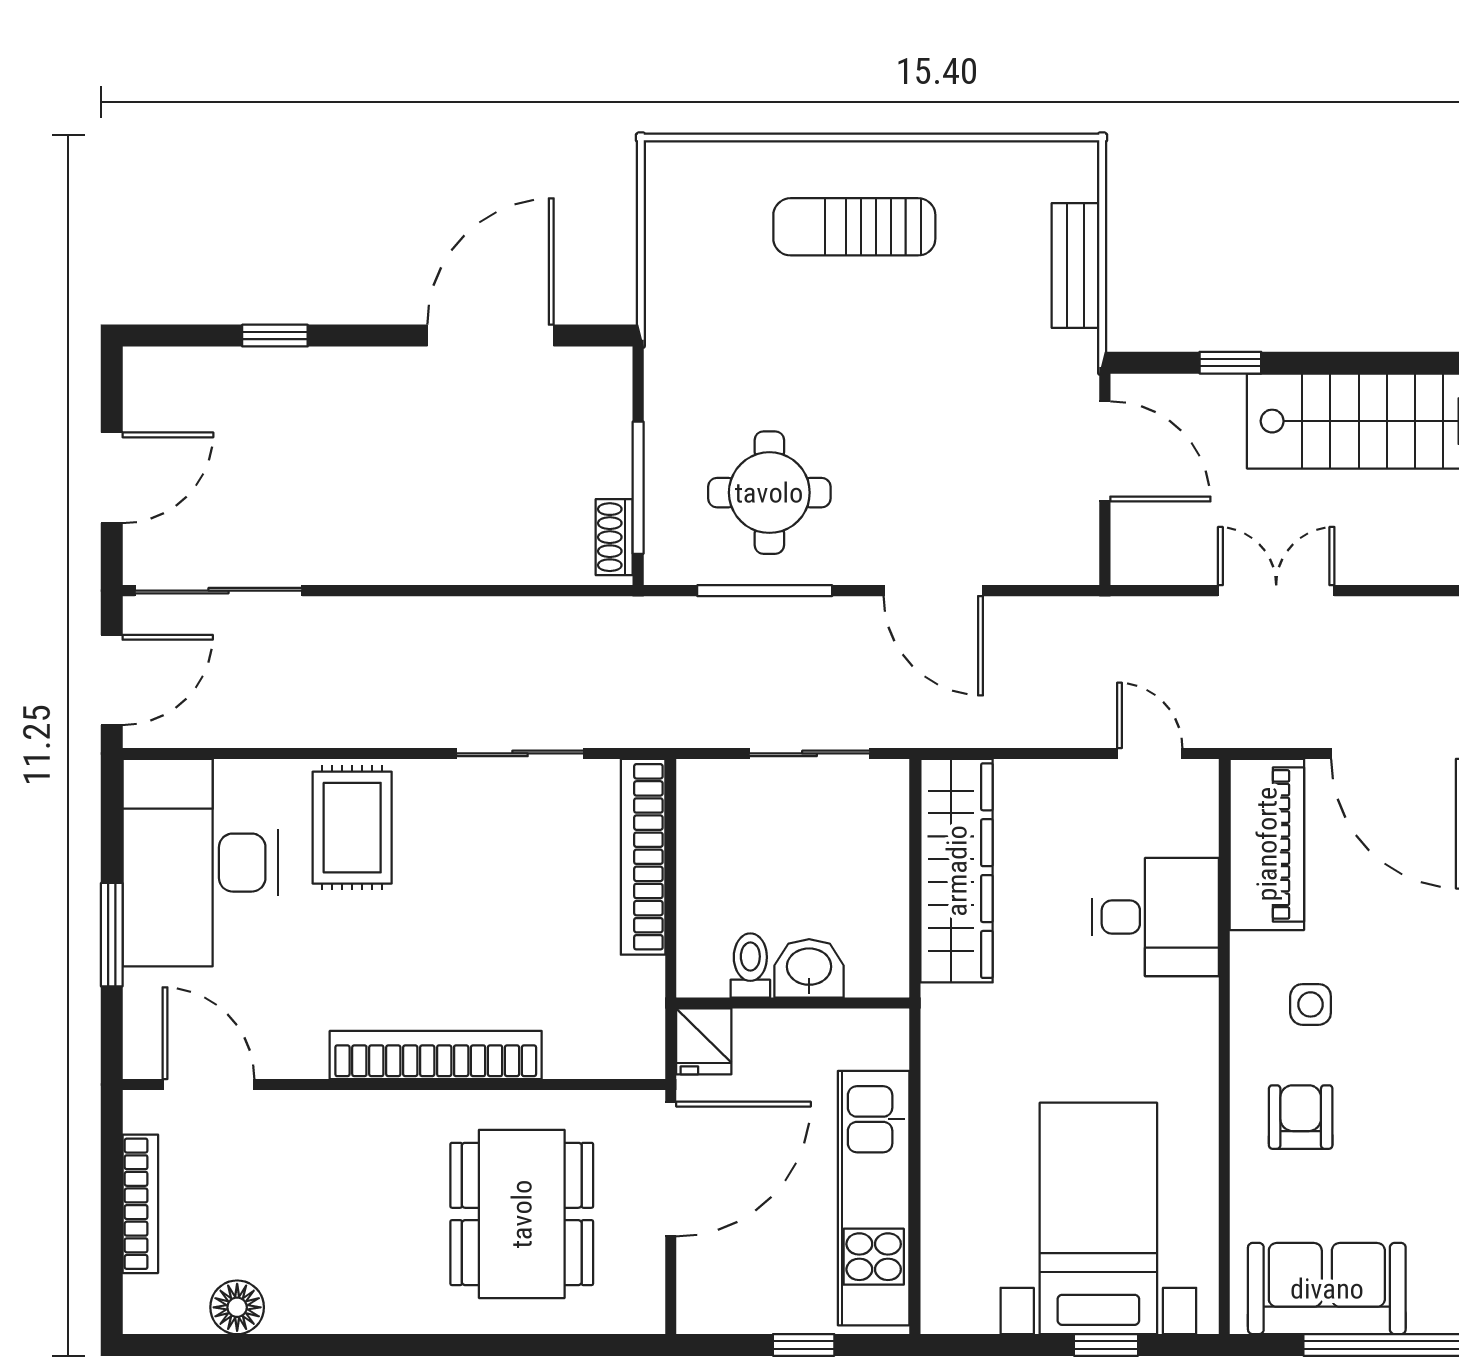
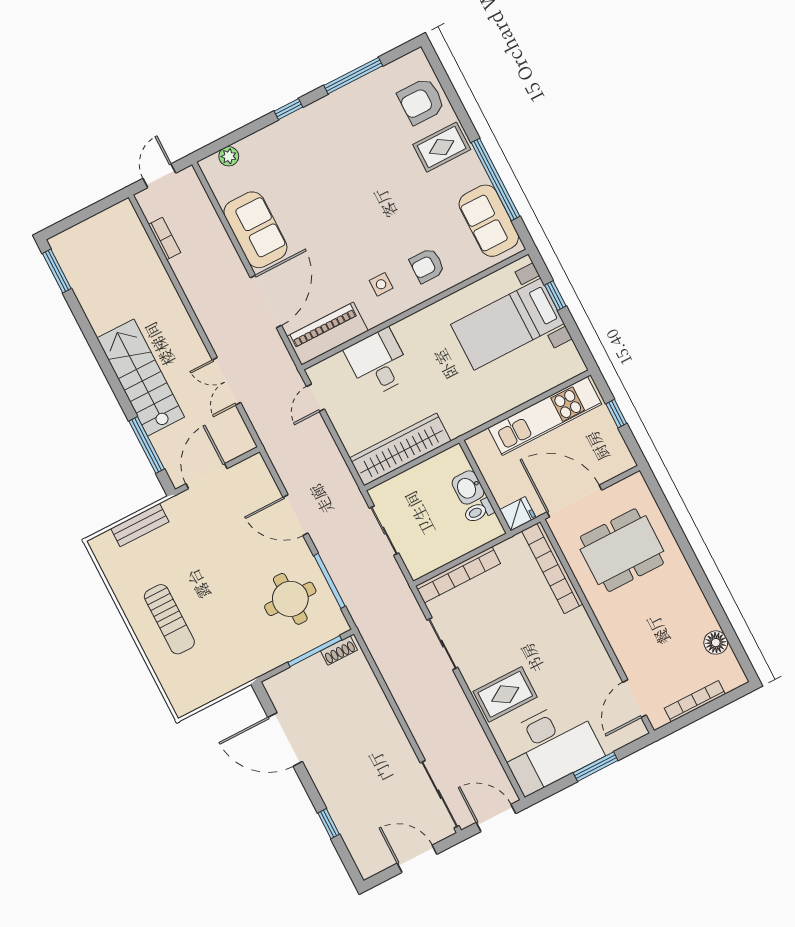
window: (1230, 363) -> (147, 445), width x2.17
door: (933, 591) -> (296, 515), swing flipped
bookcase: (436, 1055) -> (552, 568), moved

